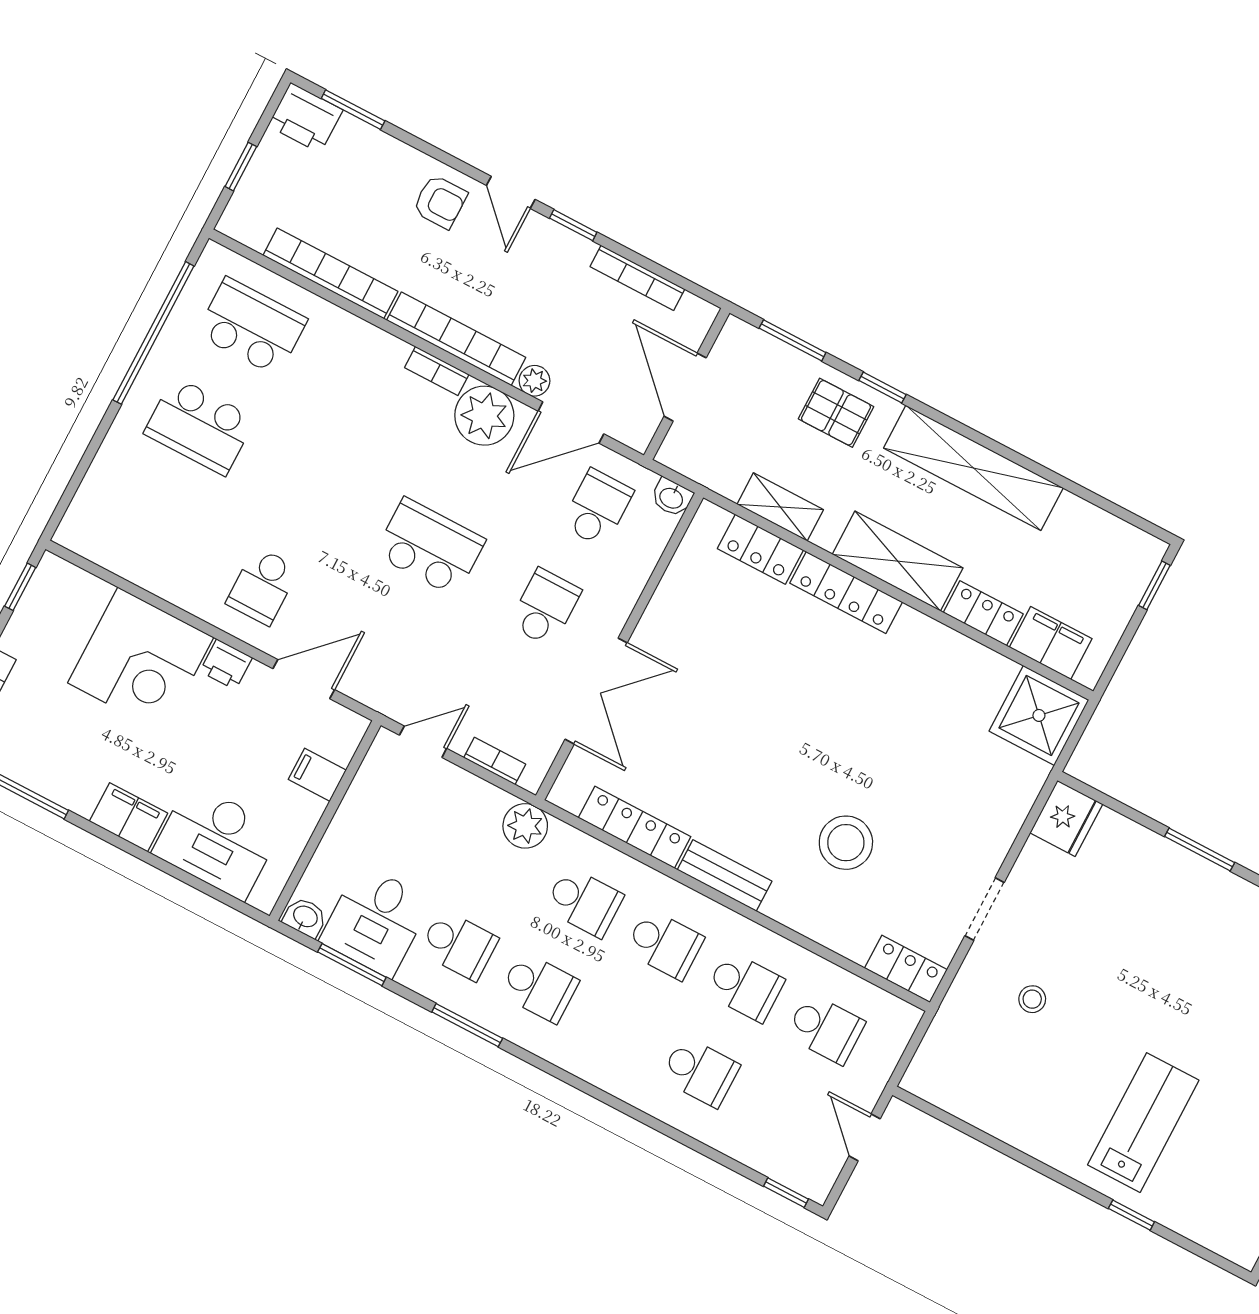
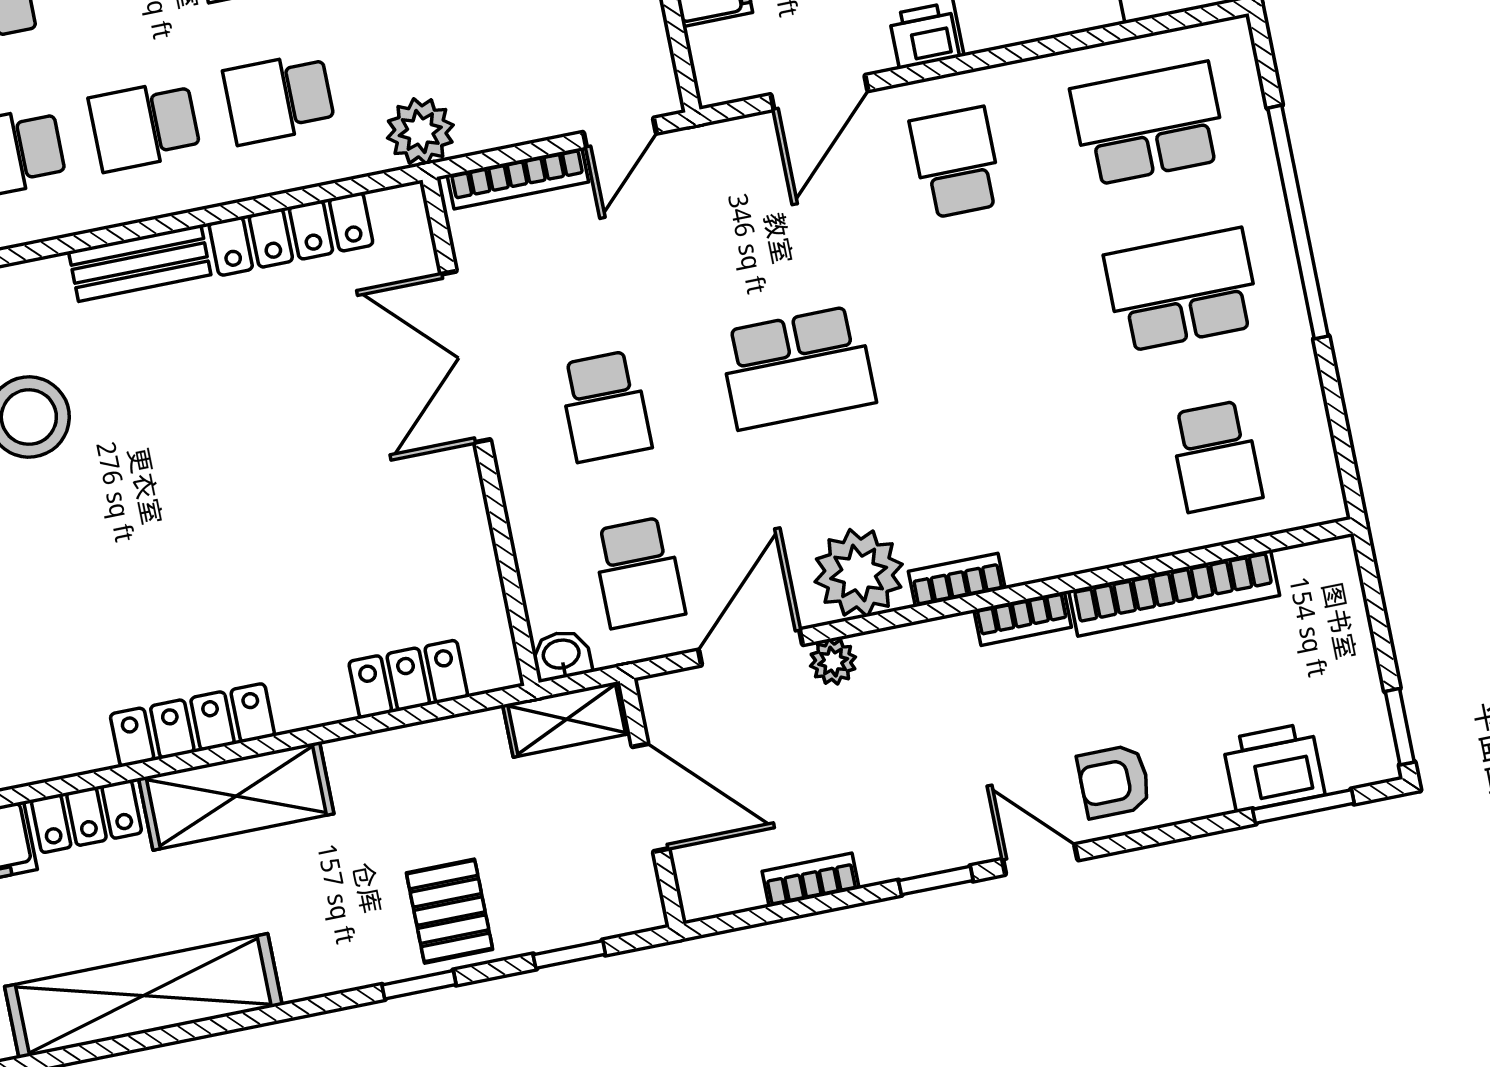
printer: (305, 118) -> (1274, 767), moved
window: (241, 167) -> (1400, 727), moved
bookcase: (637, 278) -> (811, 880), width x0.64
school desk: (252, 326) -> (1216, 456), width x0.54
window: (153, 333) -> (1298, 222), moved
bookcase: (456, 339) -> (1023, 619), width x0.43, depth x0.76
window: (793, 340) -> (569, 954), width x0.67
pallet: (836, 413) -> (449, 911), turned 90
shelving: (973, 468) -> (143, 996), moved
shelving: (780, 507) -> (567, 719), moved
school desk: (147, 525) -> (1149, 124), added
locker: (846, 593) -> (192, 725), moved
bookcase: (495, 761) -> (518, 178), width x1.56

